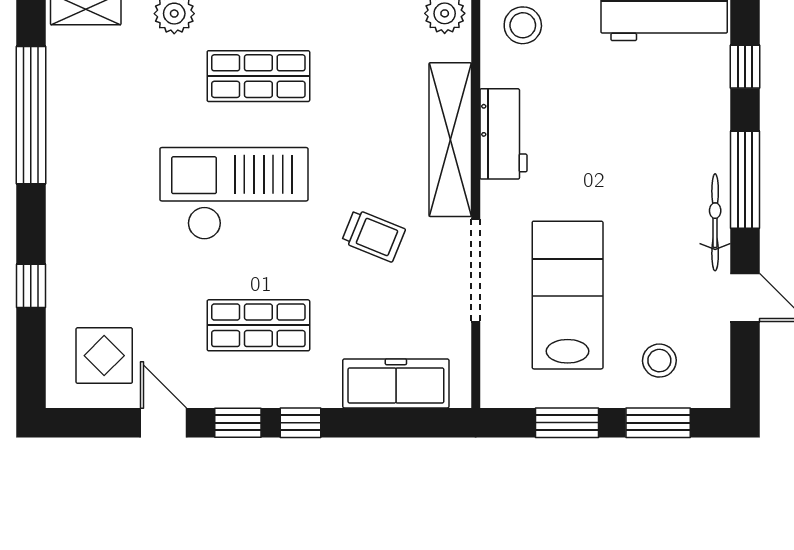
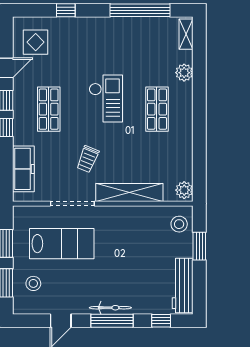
workbench: (503, 134) -> (132, 216), removed
checkout: (234, 194) -> (106, 99), width x0.73, depth x0.83
bicycle: (715, 222) -> (110, 308), moved

